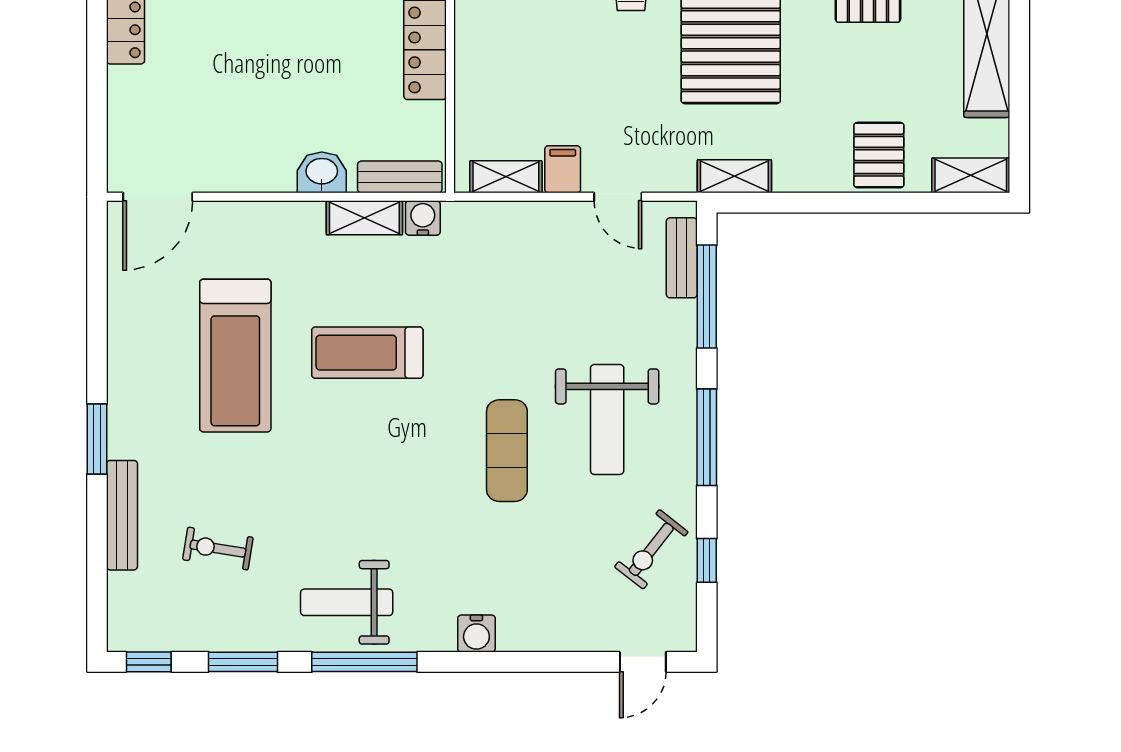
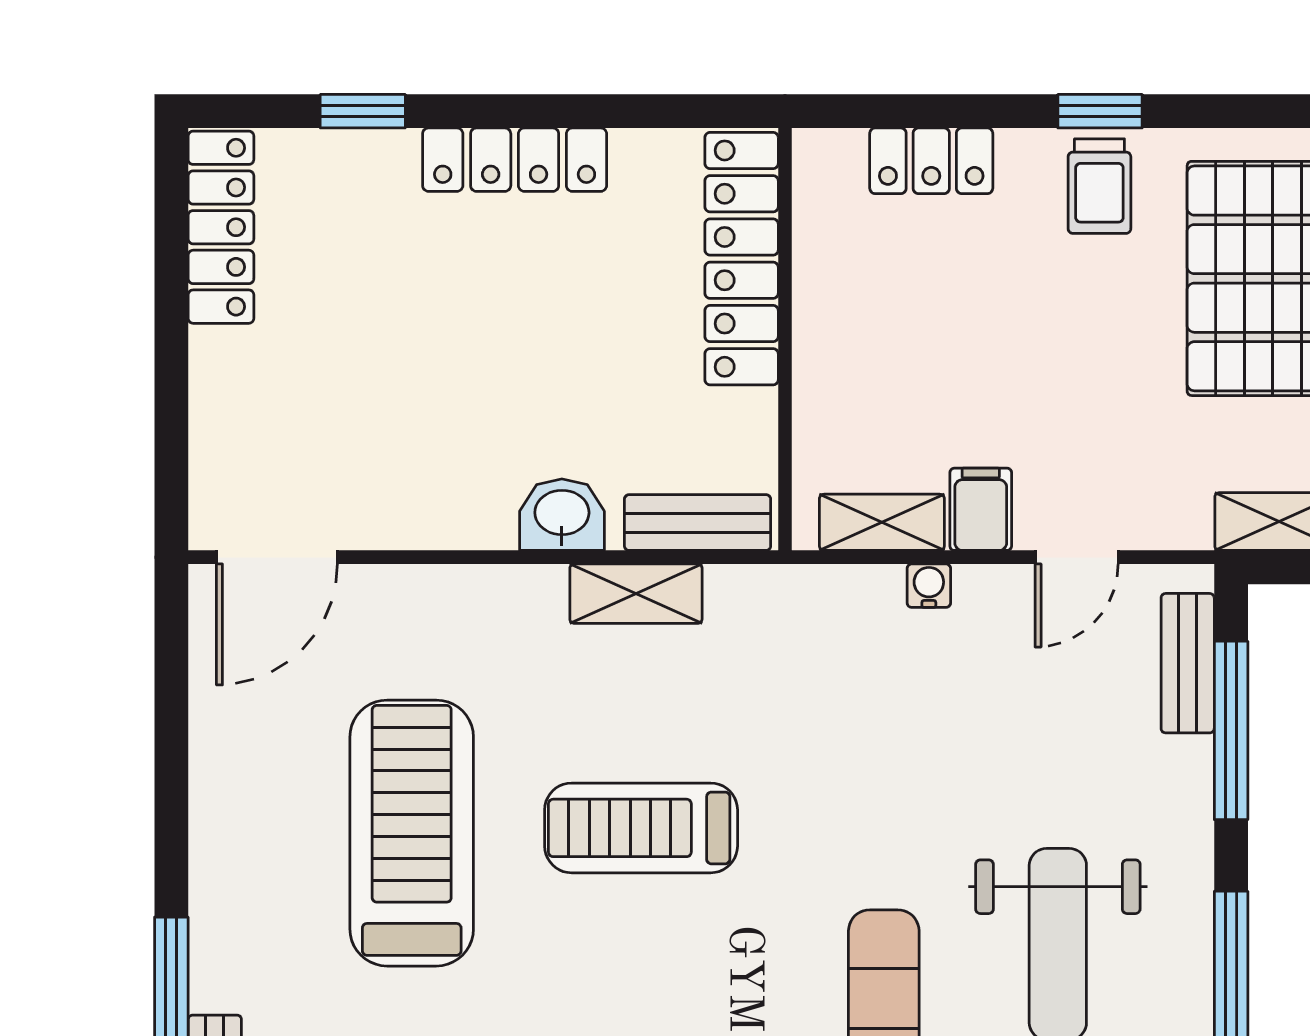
door: (618, 197) -> (1077, 557), hinge flipped
water cooler: (423, 218) -> (929, 586), moved, width x0.72, depth x0.72
treadmill: (235, 356) -> (412, 833), turned 180

